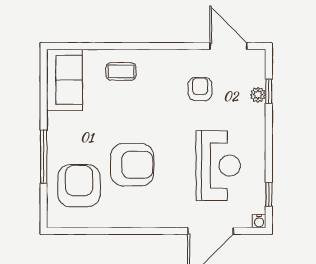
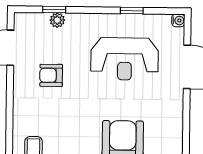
reception desk: (218, 166) -> (125, 59), turned 180
window: (269, 194) -> (132, 11), moved

